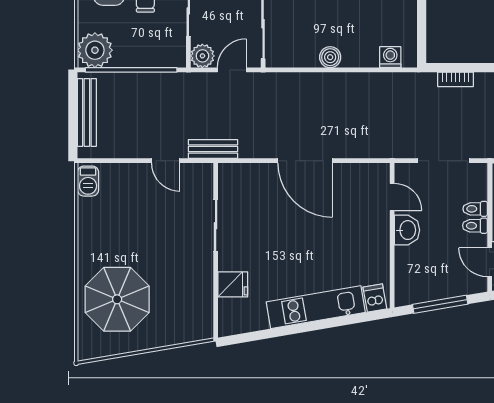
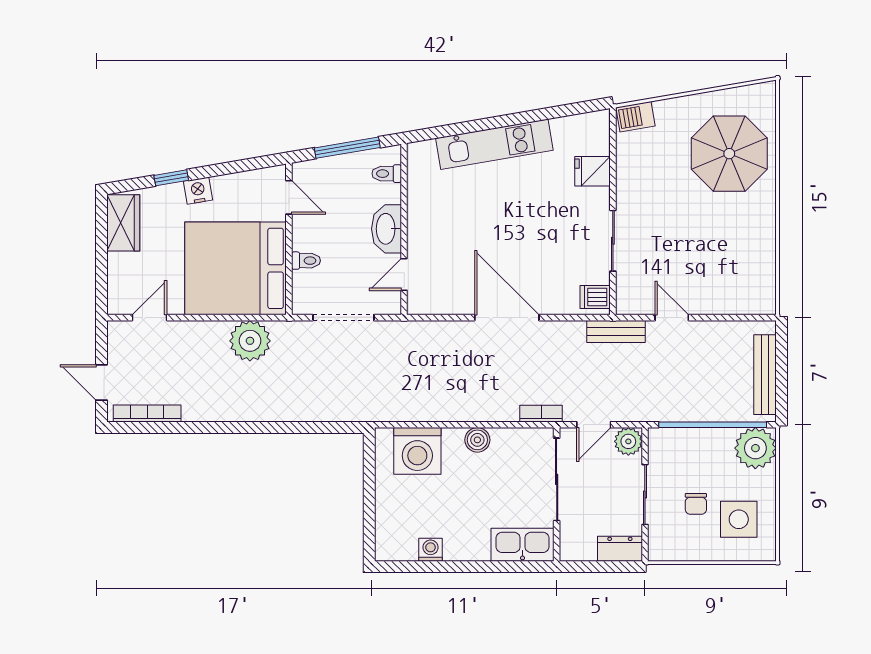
washing machine: (390, 57) -> (417, 451), width x1.89, depth x1.89
bookcase: (456, 79) -> (541, 414), moved
barbecue: (88, 181) -> (636, 117), moved, turned -100
door: (392, 197) -> (404, 274), hinge flipped
toilet: (475, 226) -> (387, 174), moved, turned 180
washbasin: (407, 230) -> (387, 229), width x1.38
dishwasher: (375, 298) -> (595, 297), moved, turned 100

